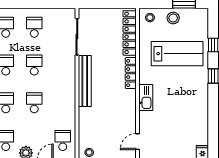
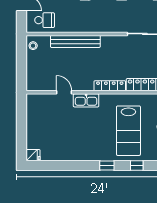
bench: (85, 81) -> (75, 41), moved
door: (137, 142) -> (64, 92), moved

